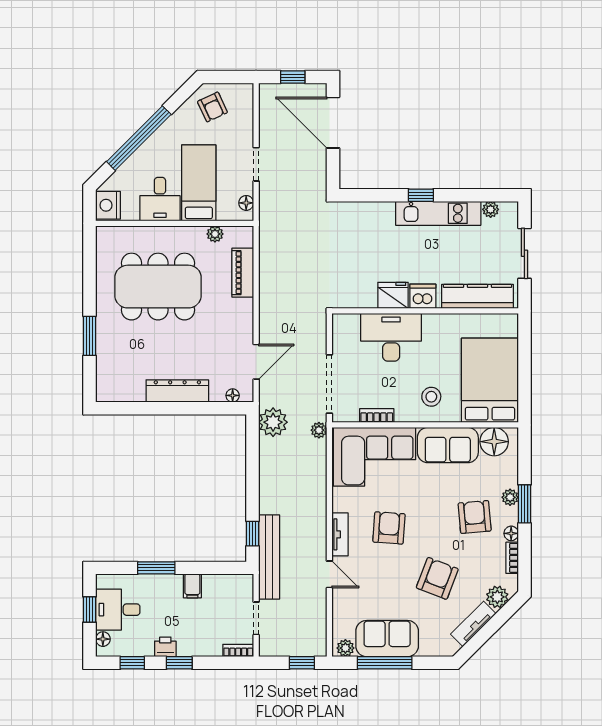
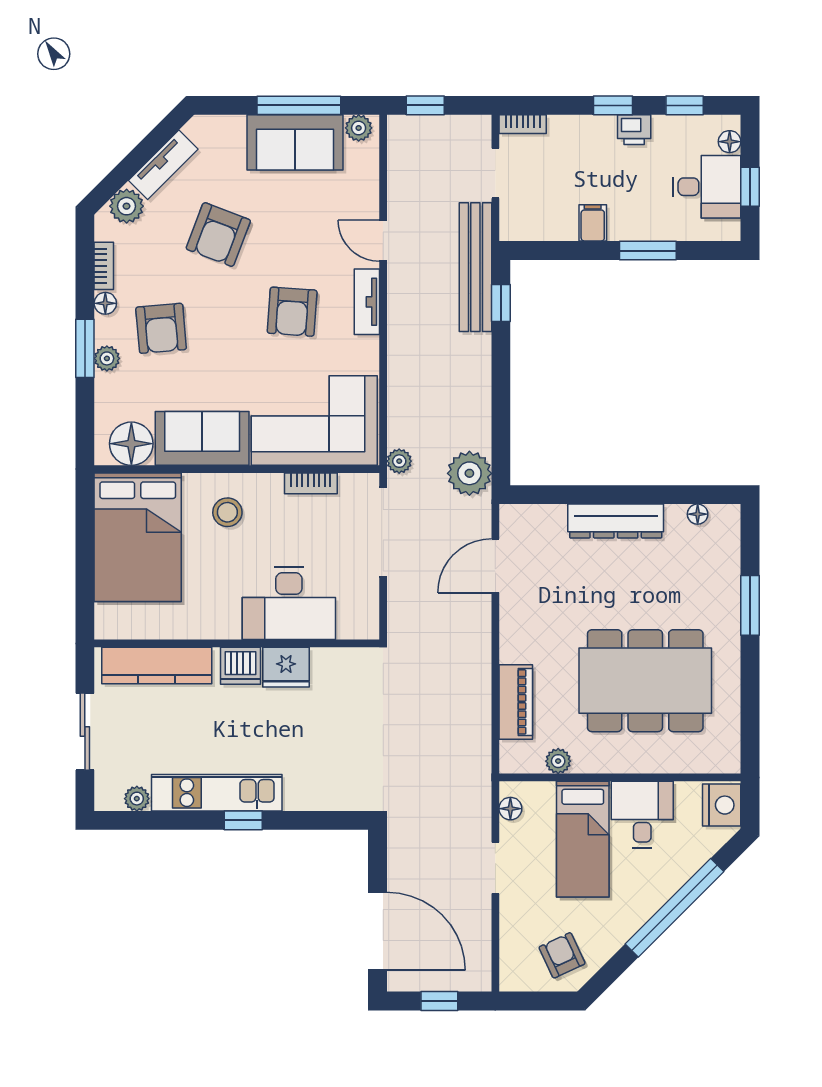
floor lamp: (233, 395) -> (698, 514), moved

